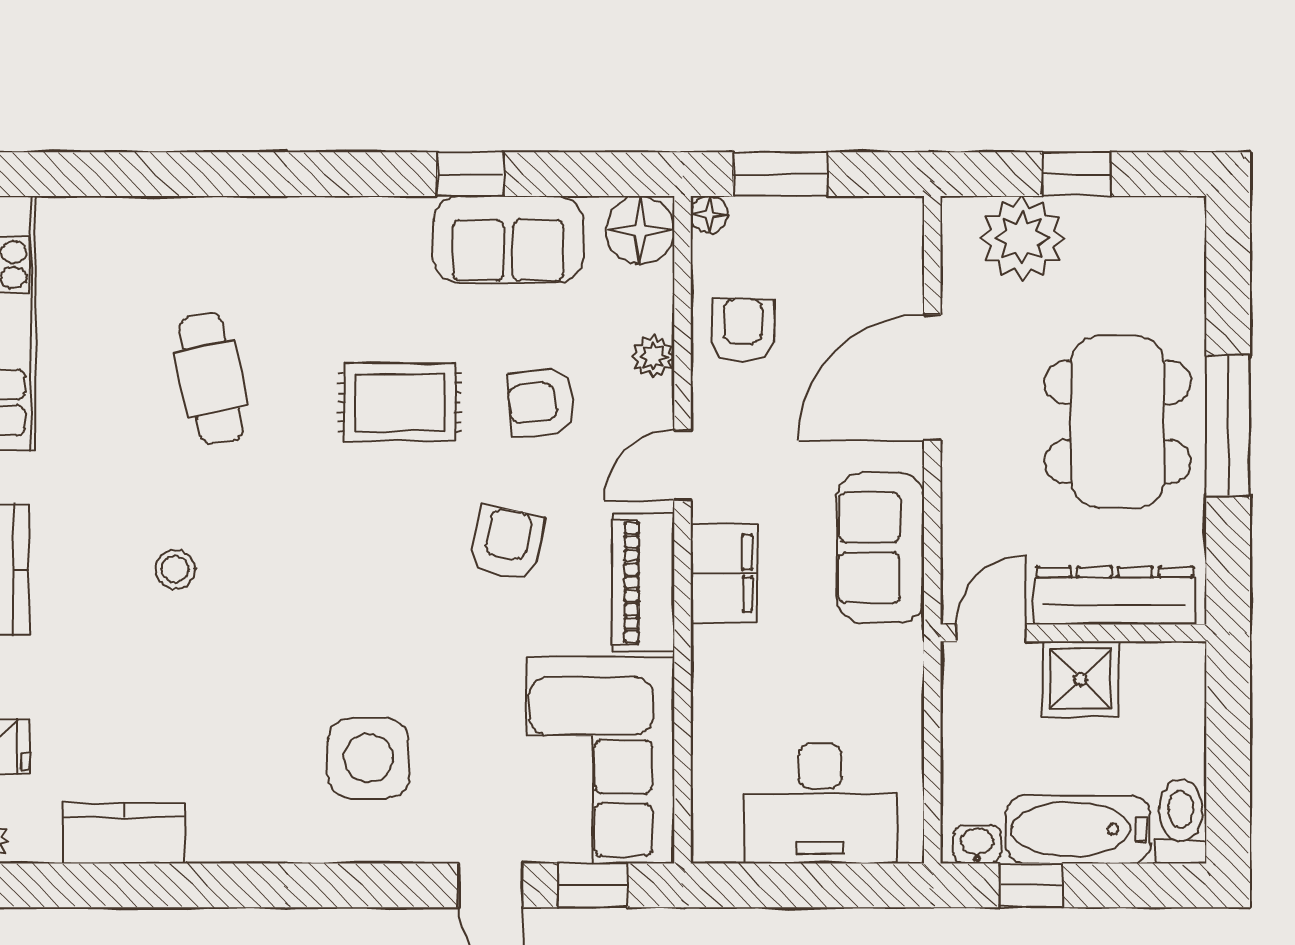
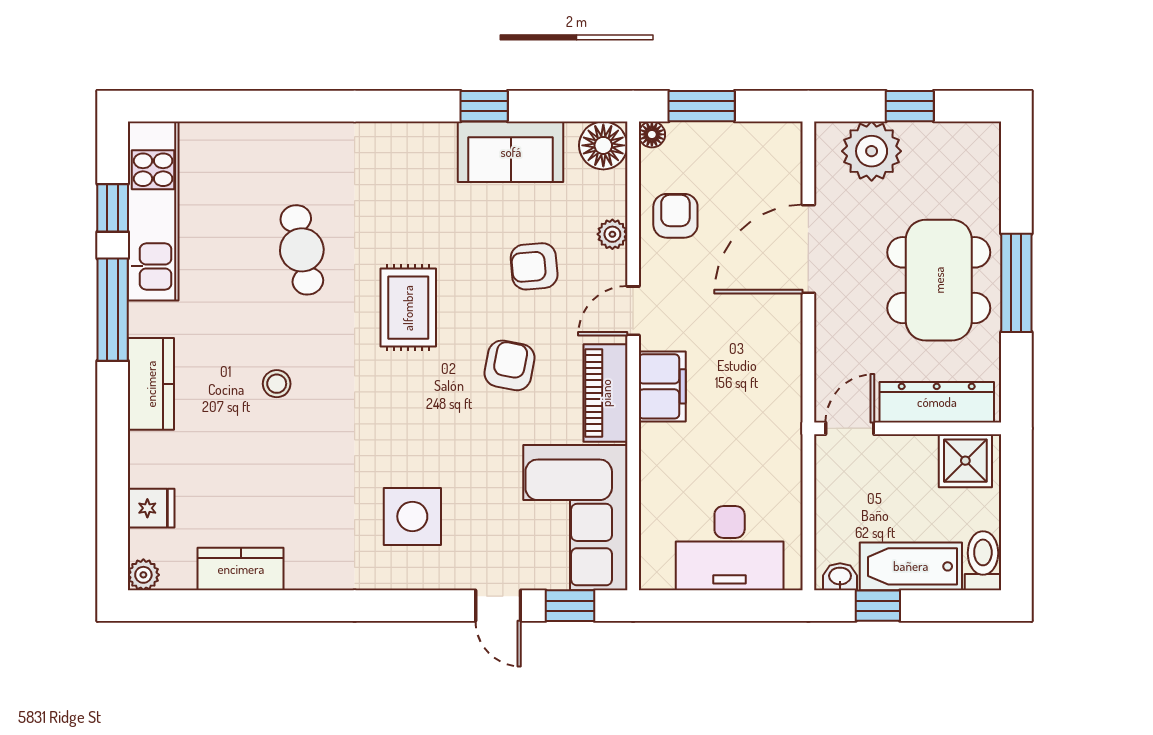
rug: (400, 402) -> (408, 308), moved, turned 90
sofa: (881, 548) -> (772, 368), removed
shower: (1080, 679) -> (965, 461), moved

